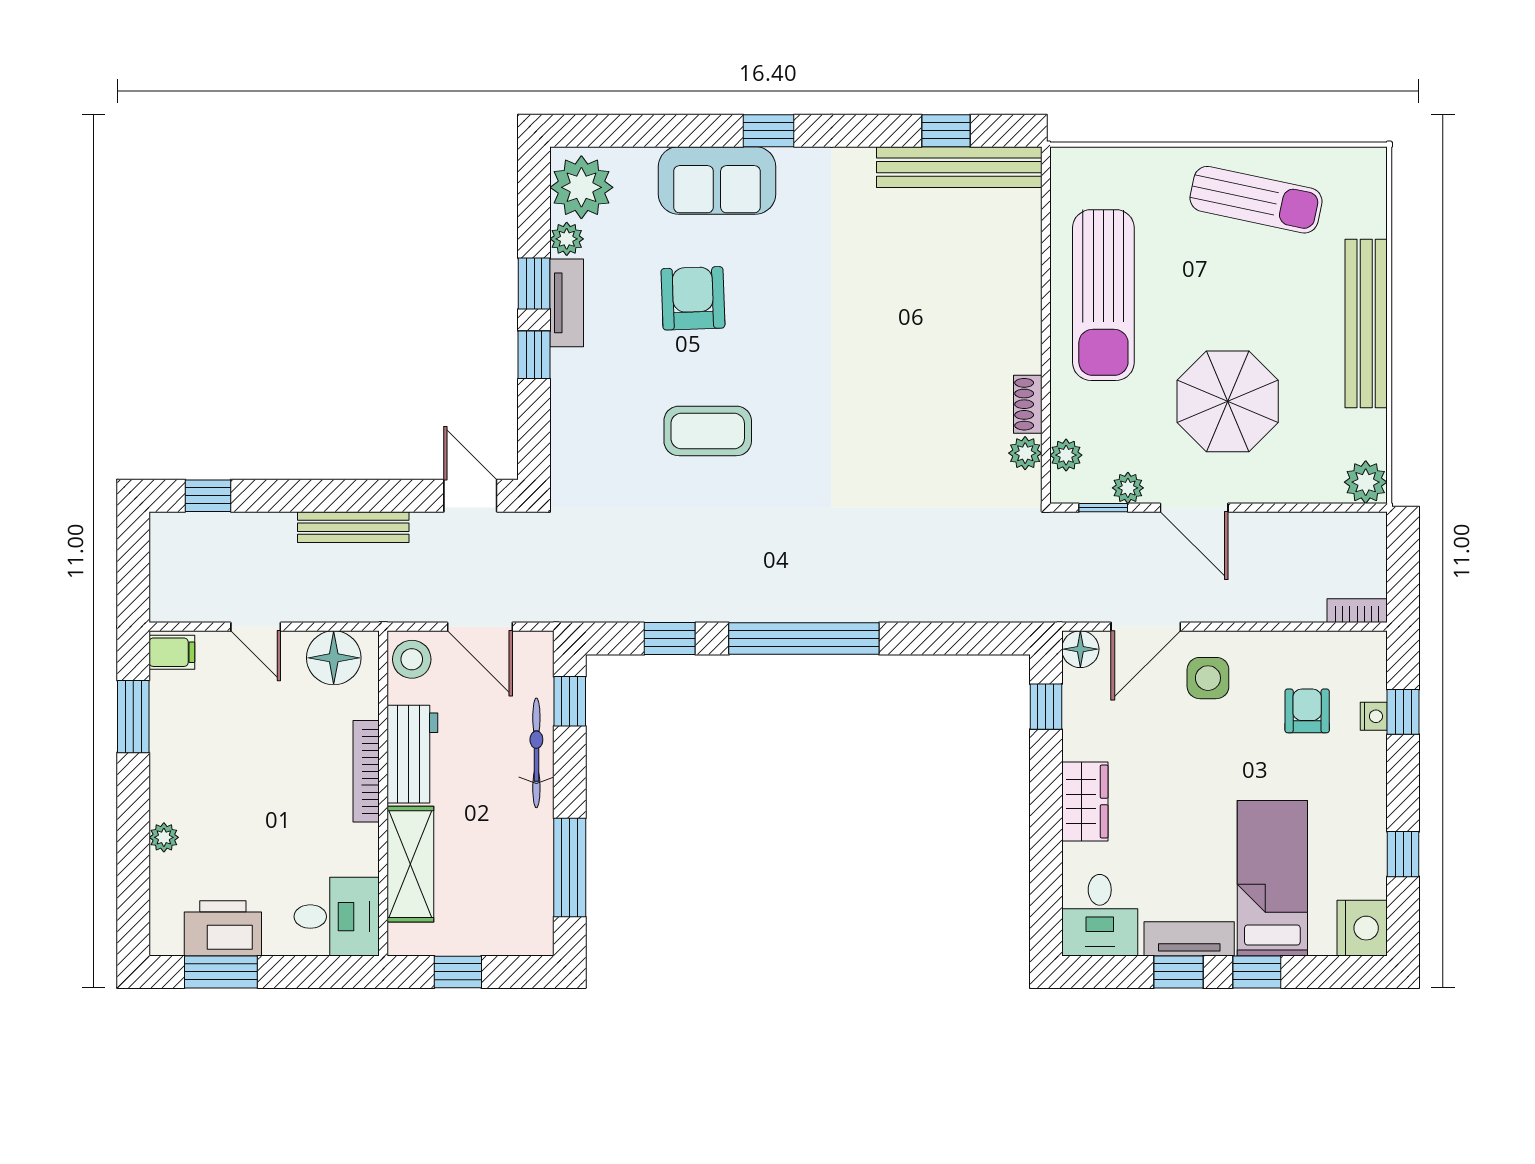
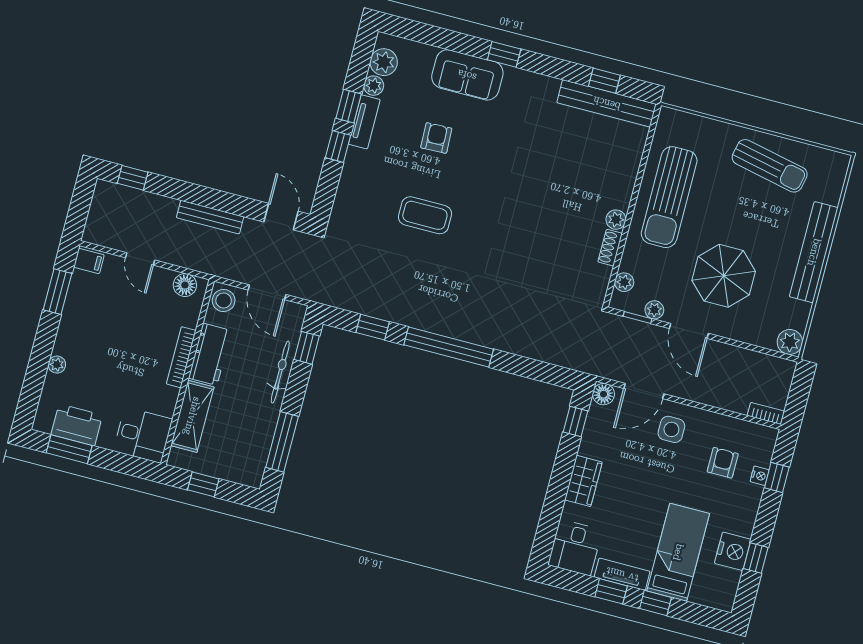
plant: (581, 187) -> (384, 62), width x0.73, depth x0.73
armchair: (693, 298) -> (436, 138), width x0.72, depth x0.72
plant: (1025, 453) -> (616, 220), moved
floor lamp: (334, 658) -> (185, 285), width x0.73, depth x0.73
nightstand: (1362, 928) -> (733, 551), moved

